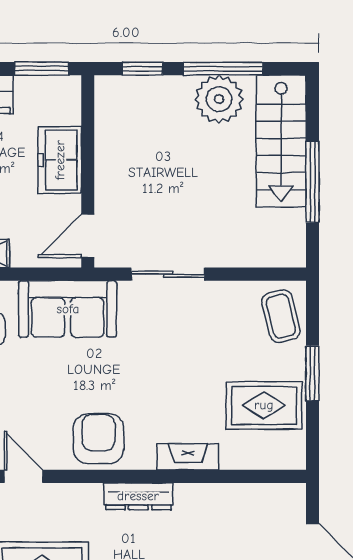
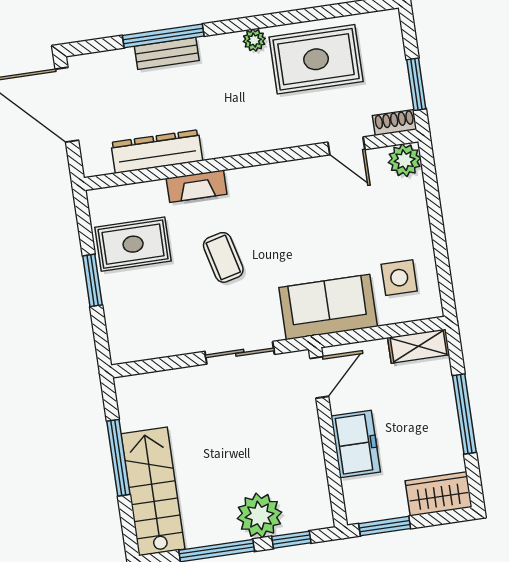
plant: (219, 99) -> (259, 515), moved
coffee table: (281, 316) -> (223, 257), moved
armchair: (98, 439) -> (282, 191), removed
dresser: (138, 496) -> (157, 152), moved, width x1.37, depth x1.24

